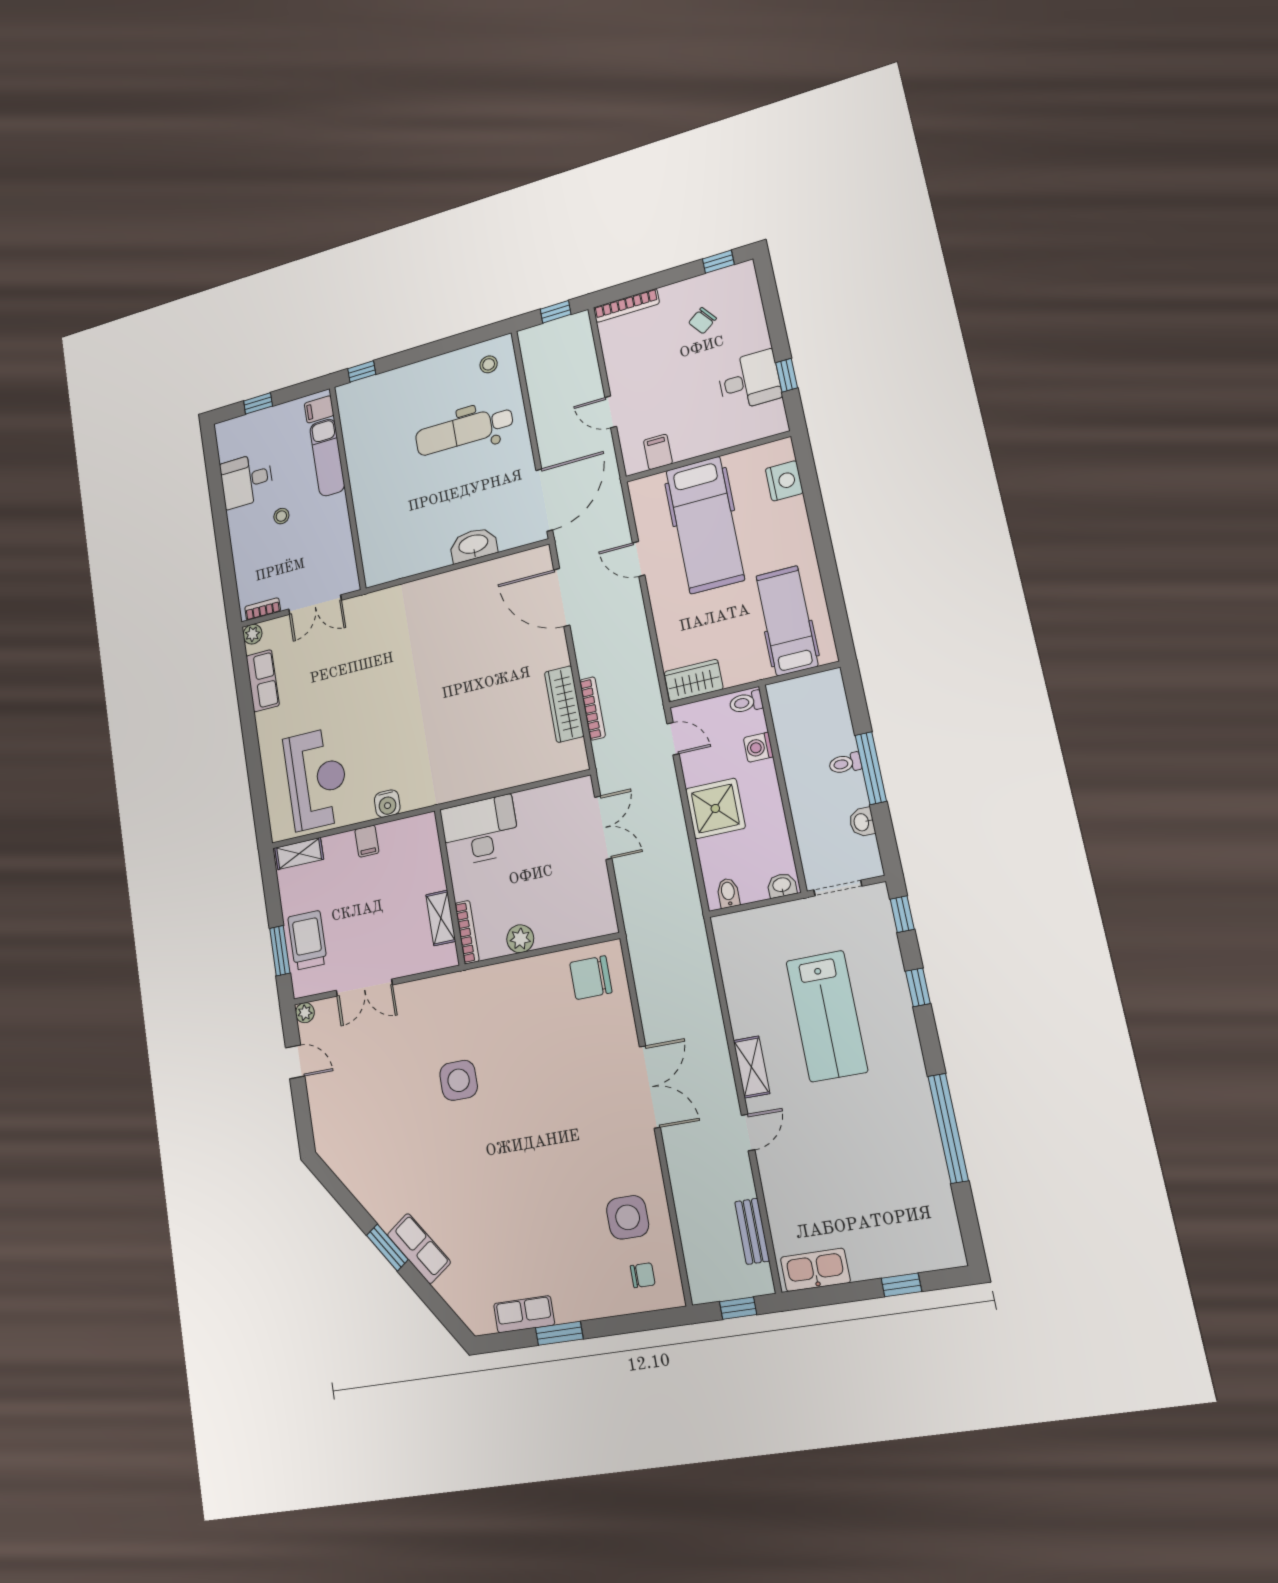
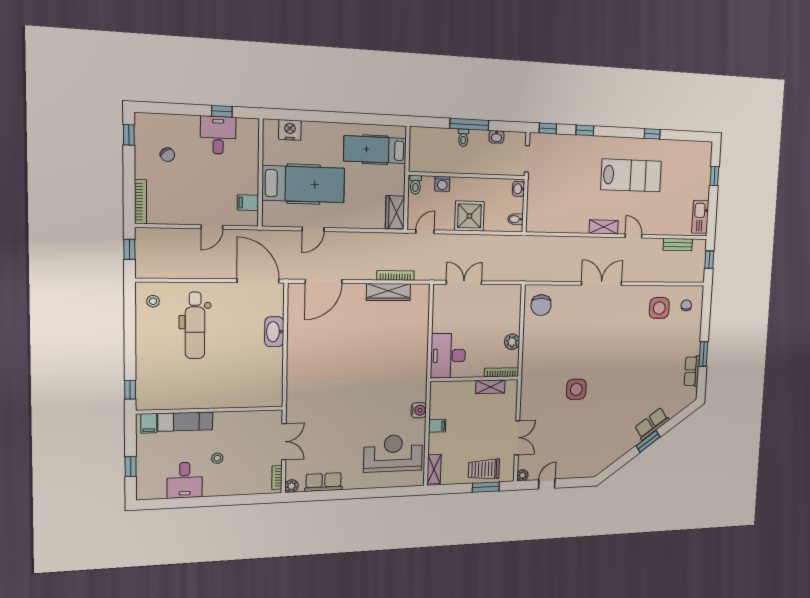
lab bench: (827, 1016) -> (631, 175), moved
window: (948, 1128) -> (652, 134), width x0.32

